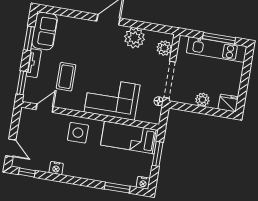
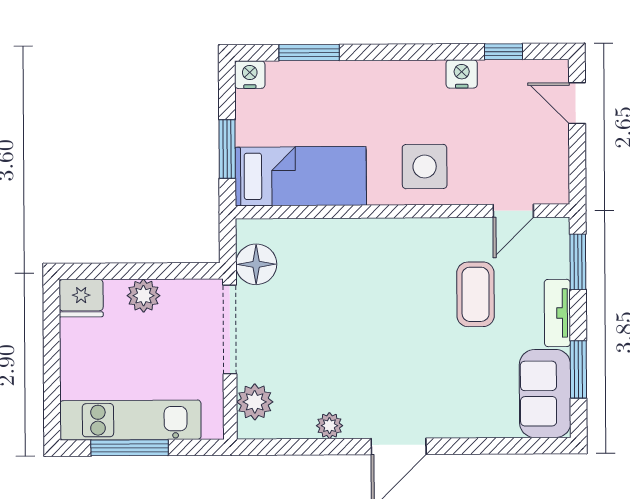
plant: (135, 38) -> (330, 426), width x0.53, depth x0.53
corner sofa: (112, 98) -> (358, 261), removed
floor lamp: (159, 101) -> (256, 264), width x1.89, depth x1.89
window: (27, 173) -> (503, 52), moved

